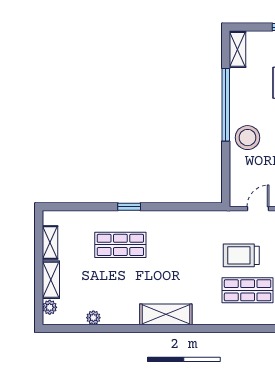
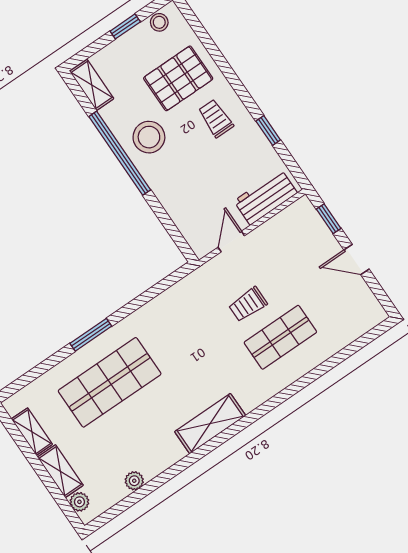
stool: (248, 138) -> (149, 137), moved
window: (129, 207) -> (91, 335), width x1.50
shop shelf: (120, 245) -> (110, 382), width x1.43, depth x1.36
trolley: (241, 255) -> (248, 304), width x0.73, depth x0.72

